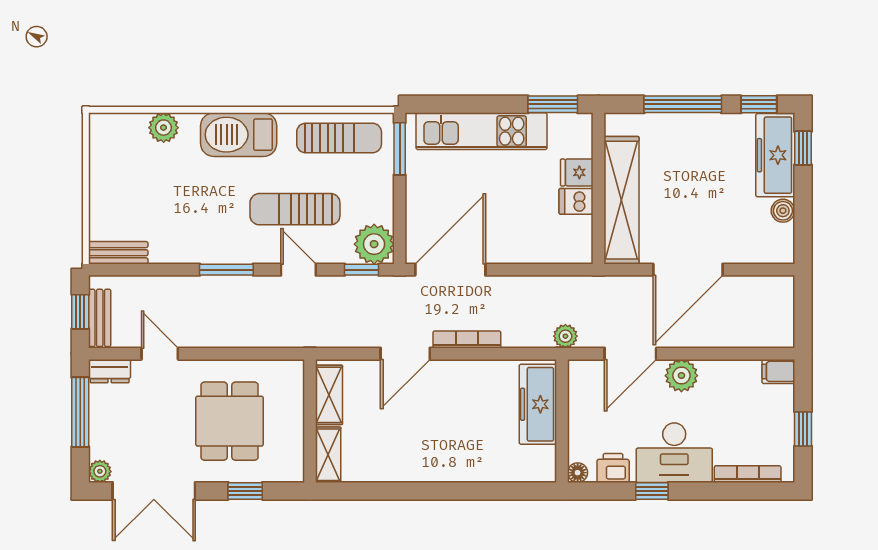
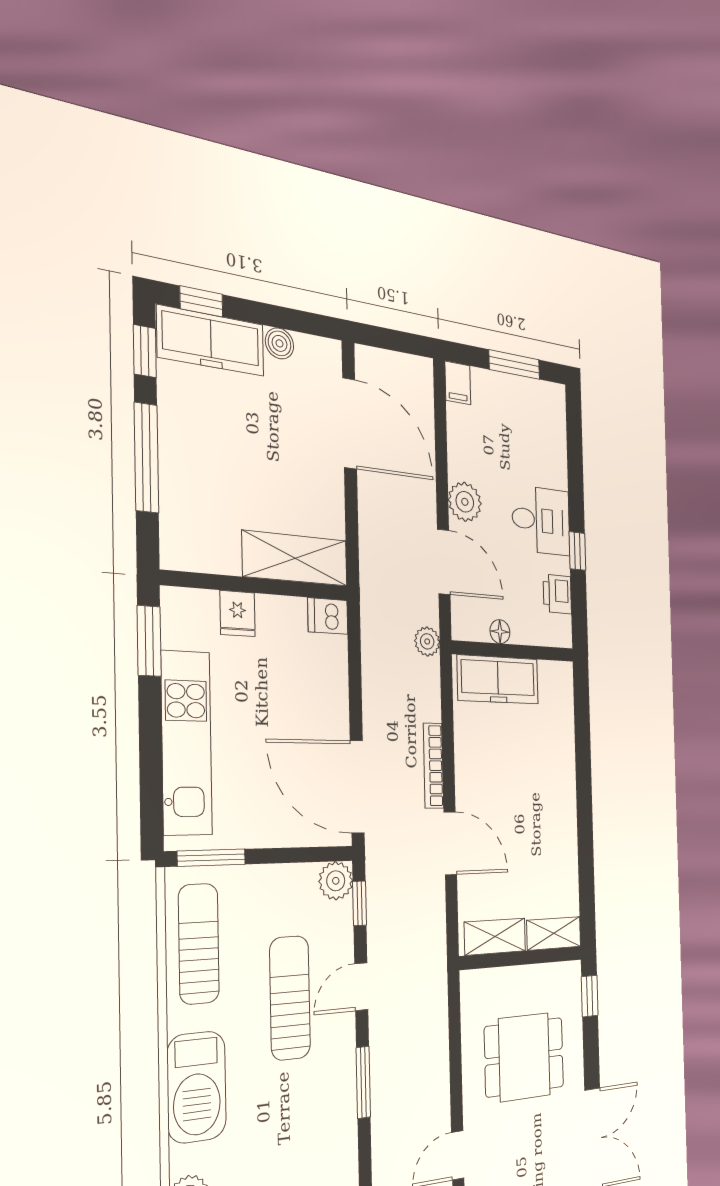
shelving: (622, 200) -> (295, 558), width x0.68
dishwasher: (576, 201) -> (328, 616), moved, turned 90
sun lounger: (295, 209) -> (290, 998), turned 180
plant: (374, 244) -> (336, 881), width x0.73, depth x0.73
door: (688, 270) -> (350, 423), moved
window: (803, 429) -> (514, 365), width x1.50
desk: (674, 453) -> (541, 520), width x0.73
floor lamp: (578, 473) -> (500, 632), moved
bookcase: (748, 474) -> (559, 437), removed
window: (245, 491) -> (590, 996), moved

